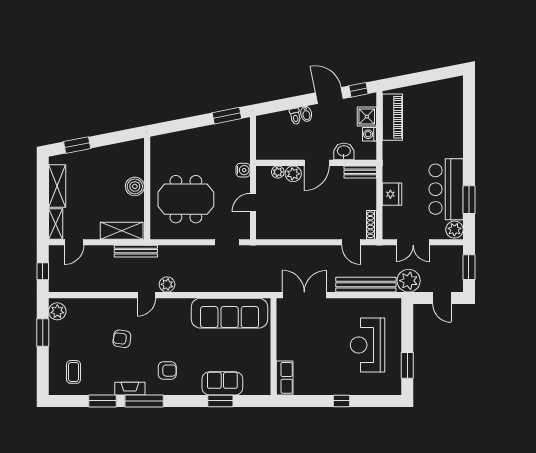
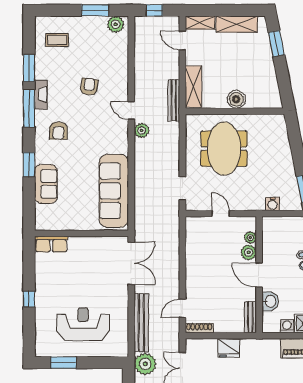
water cooler: (243, 170) -> (273, 204), moved
window: (220, 401) -> (29, 165), moved

